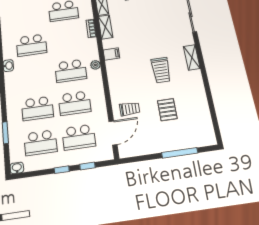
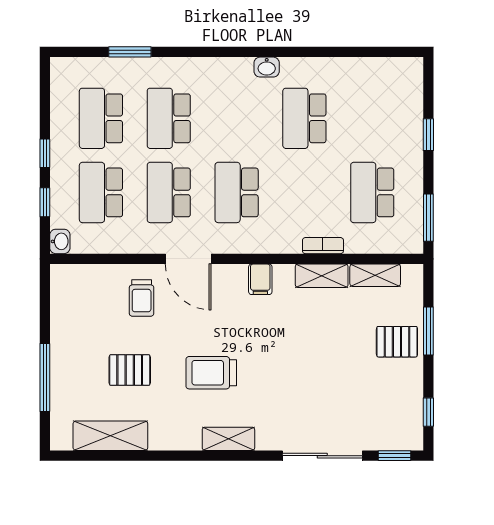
plant: (95, 65) -> (242, 244), removed
shelving: (203, 114) -> (110, 436), added
door: (113, 133) -> (188, 259), moved
washbasin: (17, 168) -> (60, 241), moved

